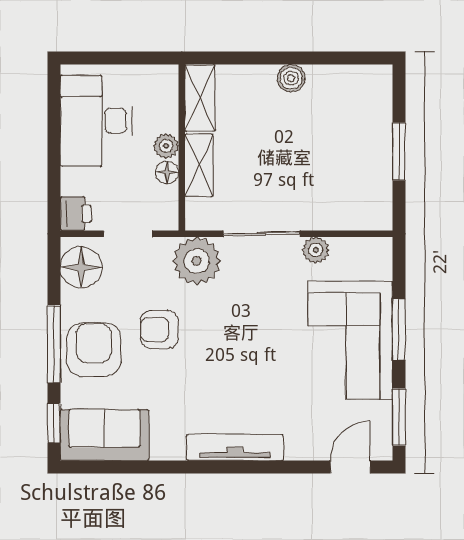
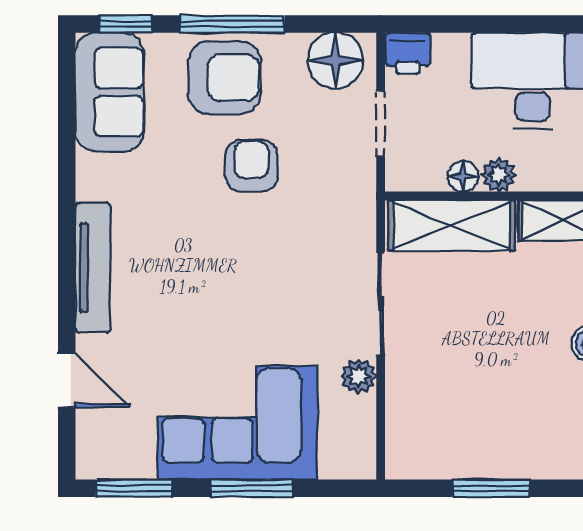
shelving: (199, 165) -> (452, 226), width x1.50, depth x1.33
plant: (197, 261) -> (344, 216), removed
door: (350, 467) -> (67, 380), moved

